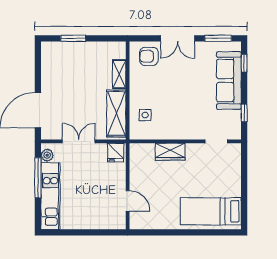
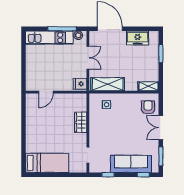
freezer: (51, 71) -> (138, 38), added
shelving: (119, 74) -> (148, 86), moved
bed: (211, 211) -> (47, 163), moved, turned 90

